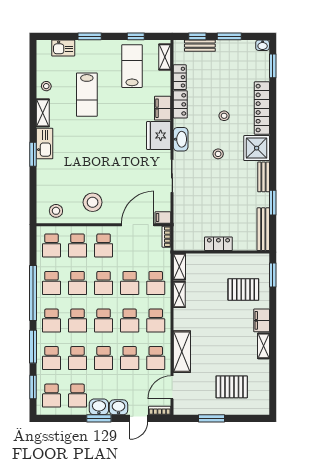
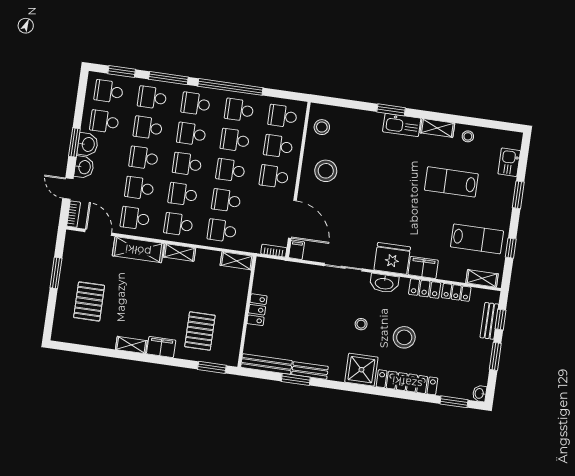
stool: (224, 116) -> (404, 337), width x1.89, depth x1.89
bench: (264, 177) -> (310, 371), moved
shelving: (179, 294) -> (179, 252), moved

